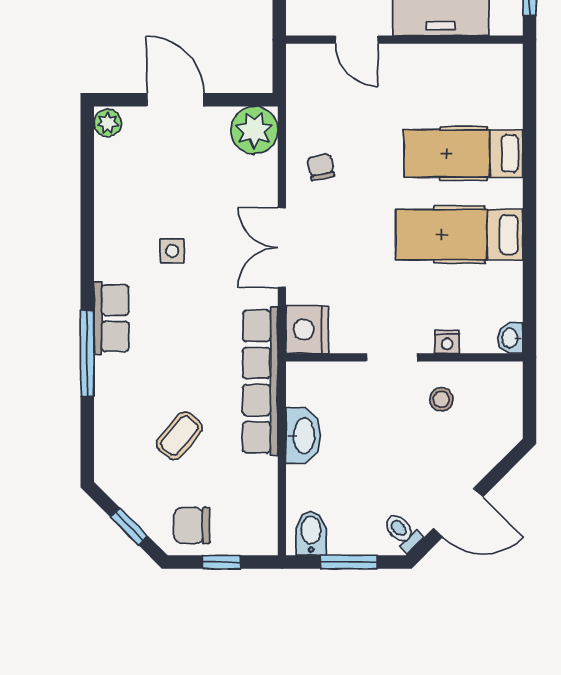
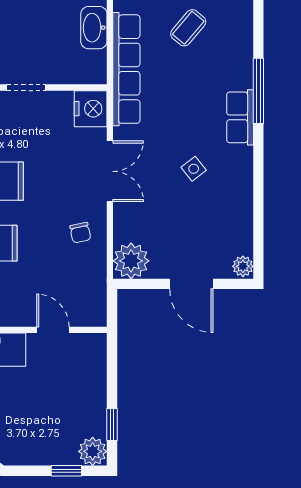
side table: (172, 251) -> (194, 169), turned -38

